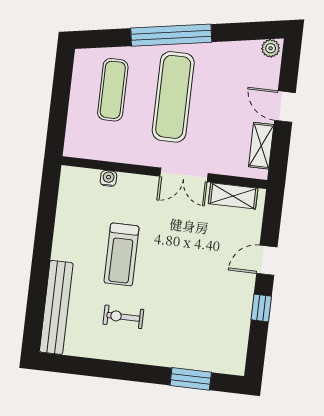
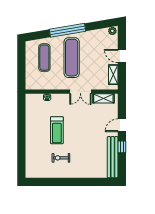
bench: (56, 307) -> (113, 157), moved
window: (191, 379) -> (94, 182), removed

